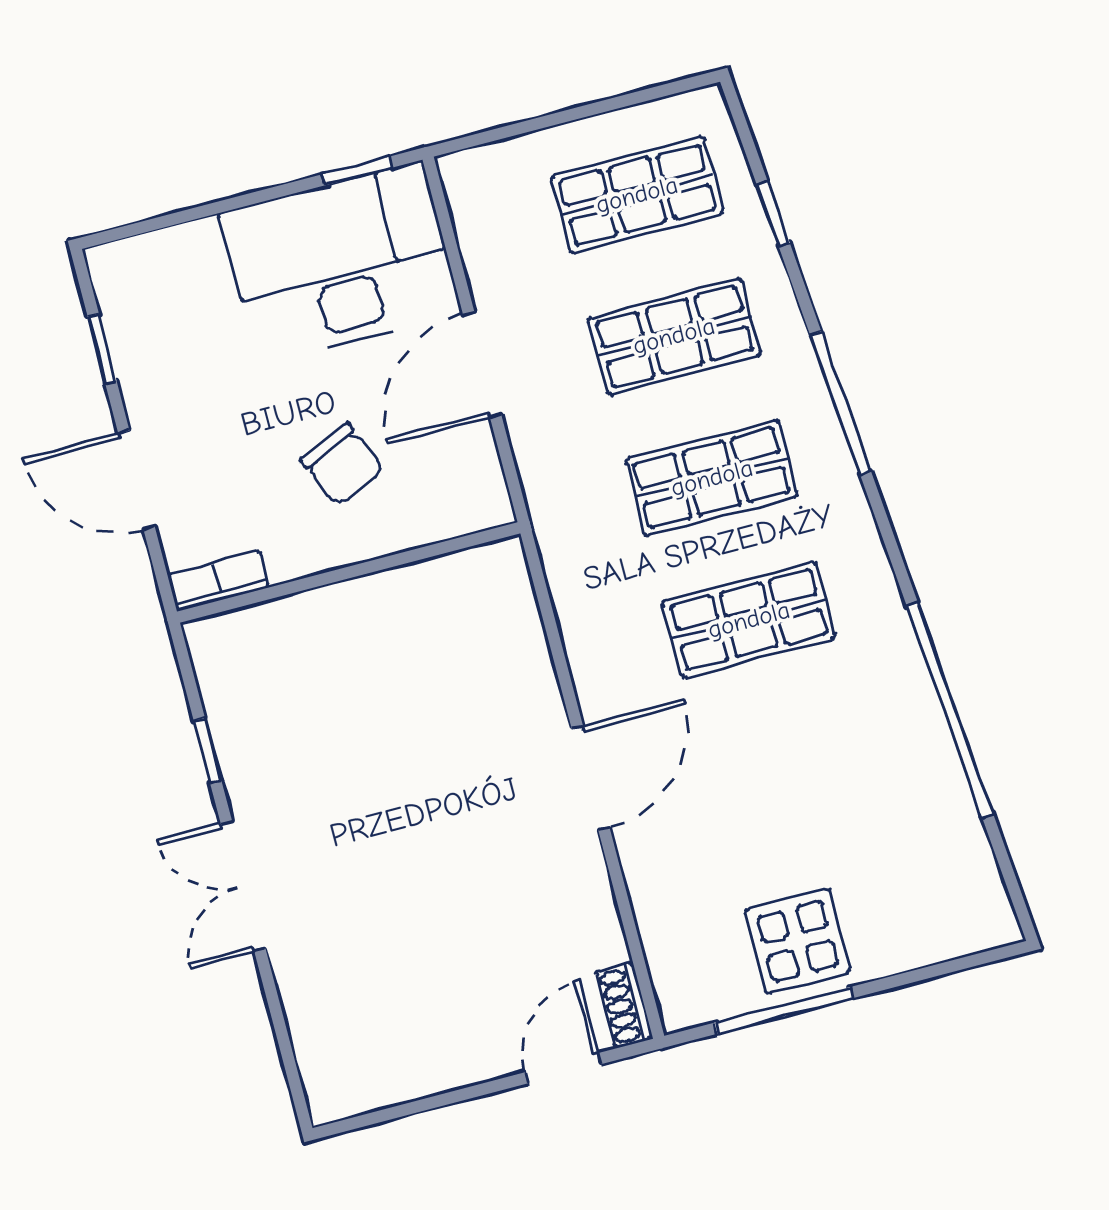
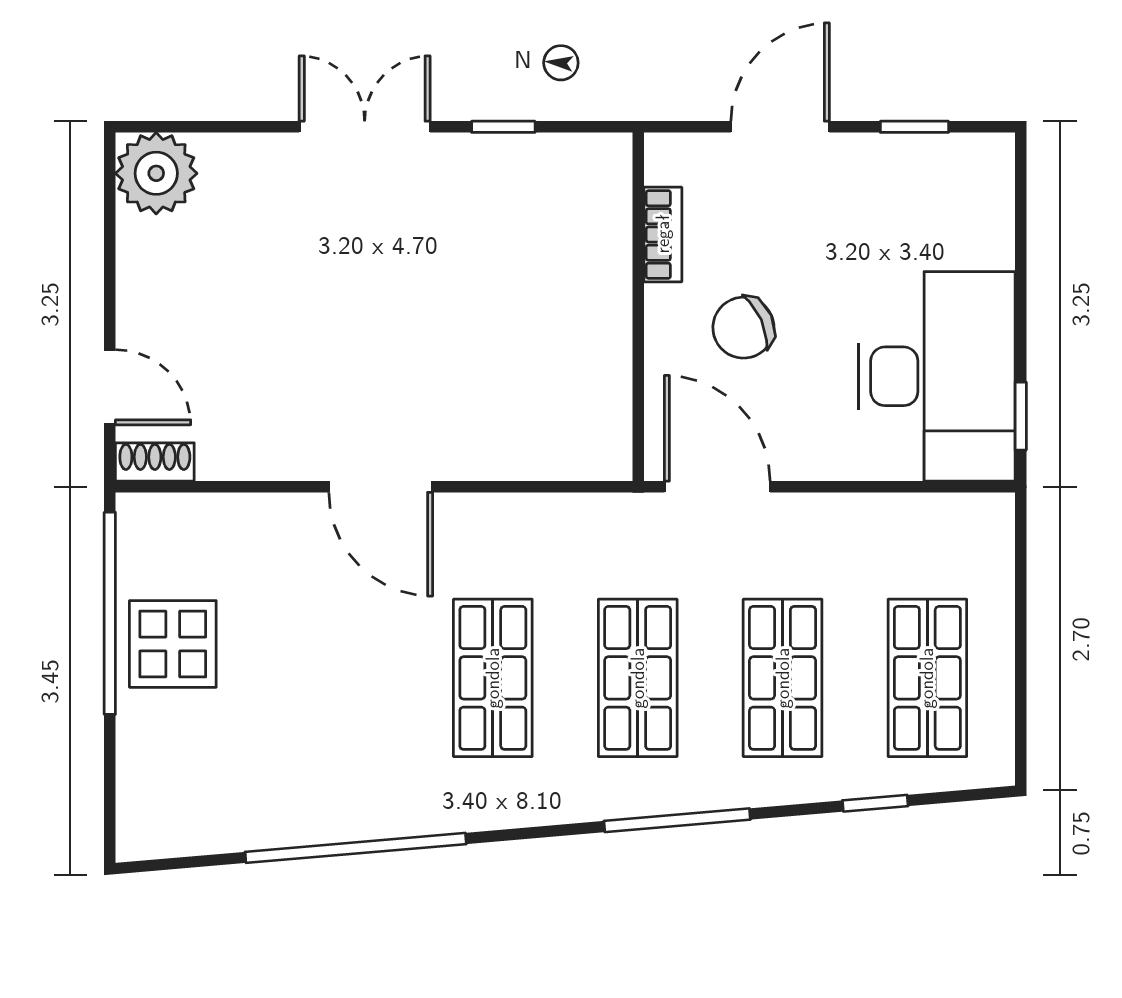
door: (482, 364) -> (717, 487), moved
bookcase: (218, 581) -> (663, 234), moved
window: (784, 1010) -> (110, 613), width x1.46
plant: (342, 1078) -> (156, 173), added

